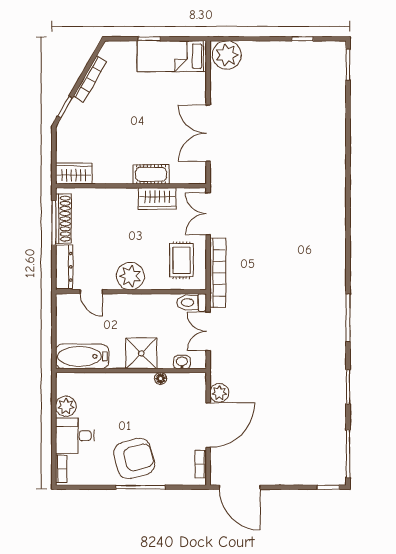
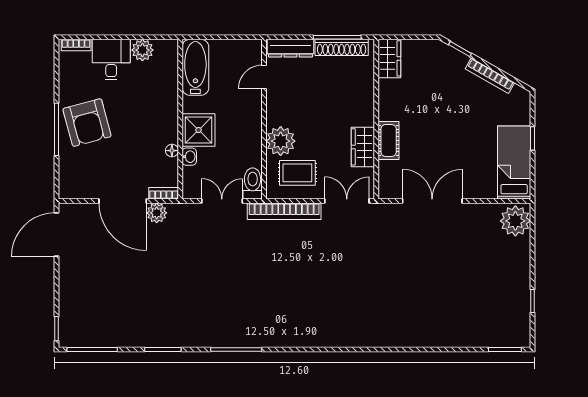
plant: (130, 276) -> (281, 141), moved
washbasin: (182, 362) -> (189, 157), moved
bookcase: (201, 464) -> (164, 193), moved

